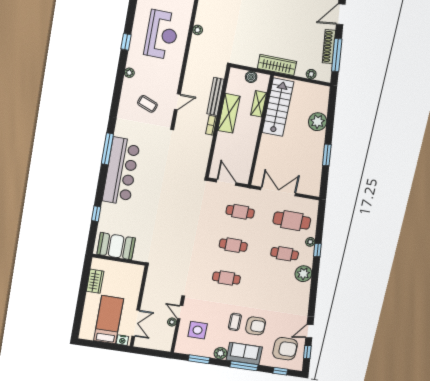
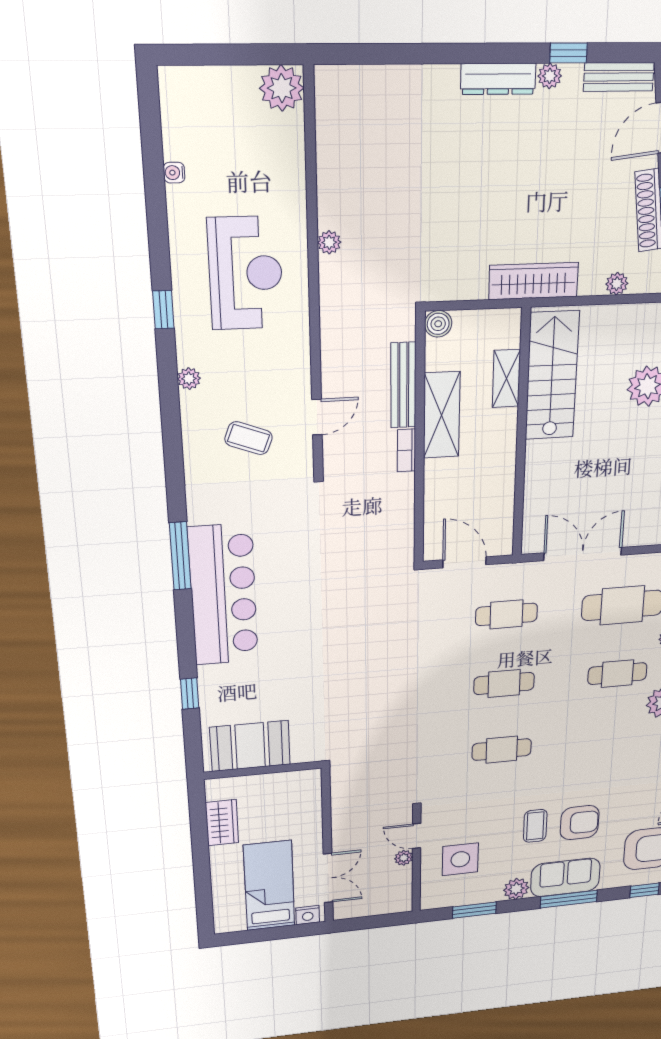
boiler: (251, 77) -> (438, 324), moved

